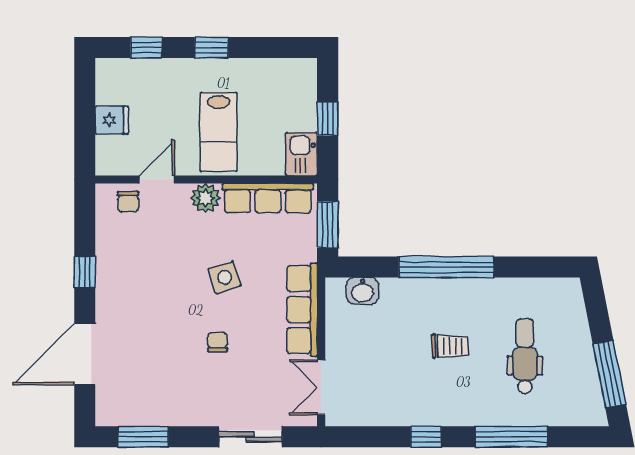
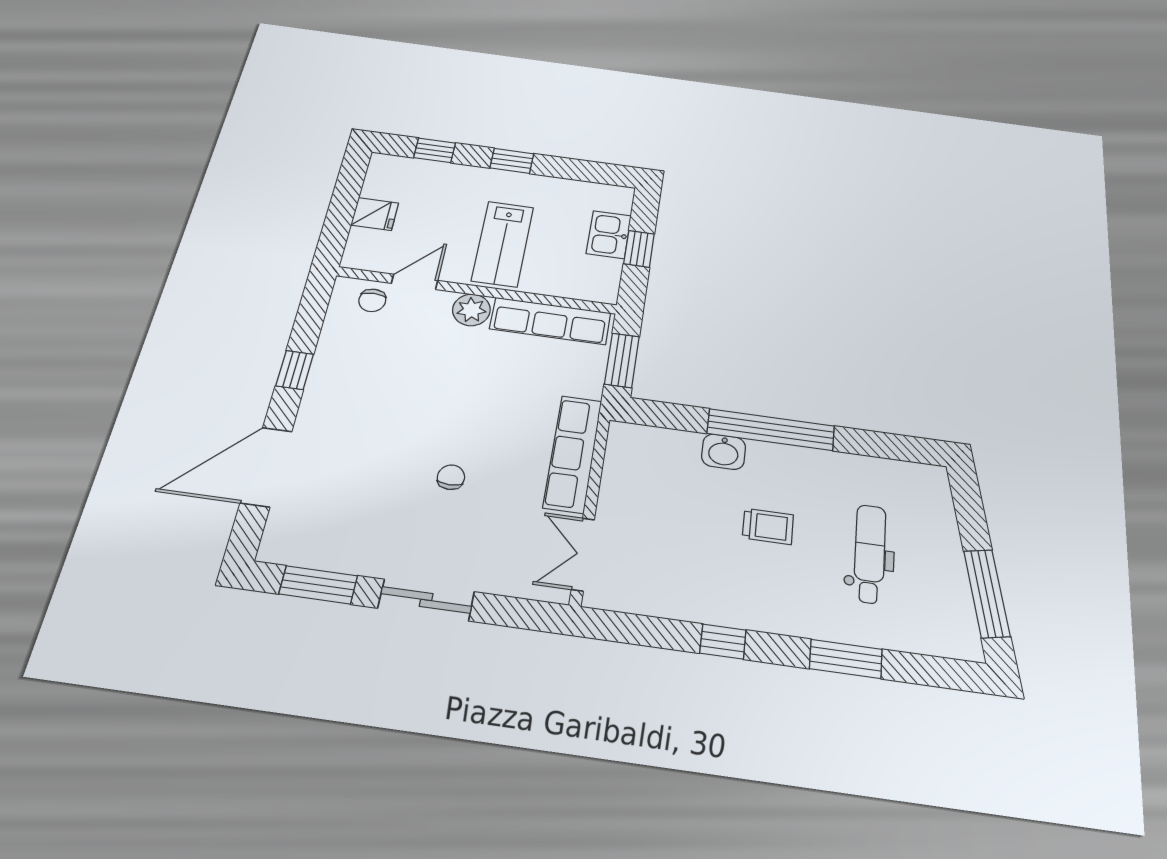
kitchen sink: (302, 154) -> (609, 235), moved
side table: (225, 277) -> (477, 401), removed
washbasin: (363, 291) -> (724, 452), moved
sliding door: (250, 437) -> (426, 600), moved
window: (511, 437) -> (846, 659), width x0.69

